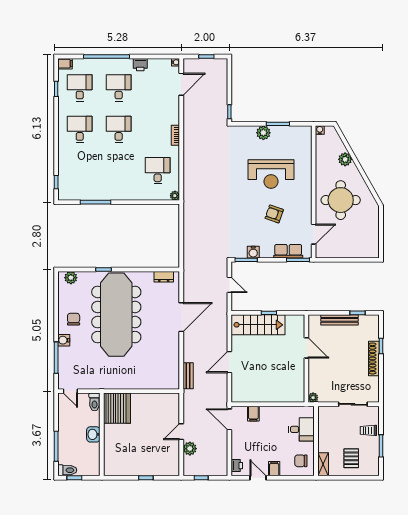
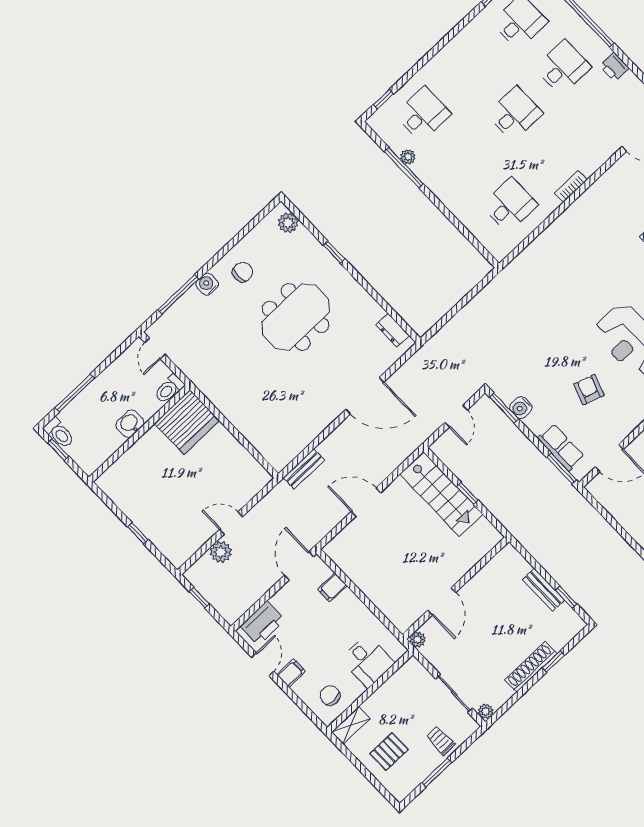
desk: (80, 129) -> (423, 114), moved
plant: (175, 196) -> (408, 157), moved
meeting table: (116, 315) -> (296, 317), width x0.54, depth x0.79
bench: (340, 320) -> (543, 590), width x0.73
door: (306, 348) -> (442, 601), moved
plant: (375, 398) -> (486, 711), added
printer: (237, 466) -> (263, 623), width x1.87, depth x1.48

